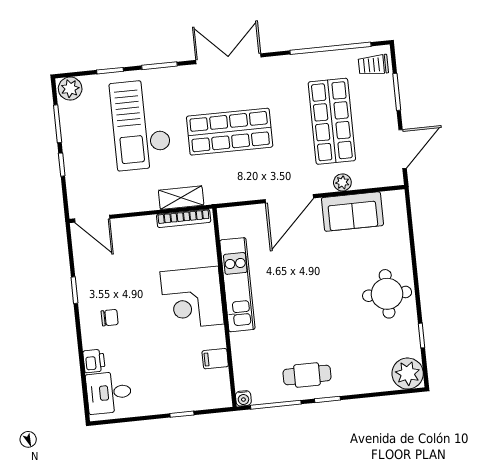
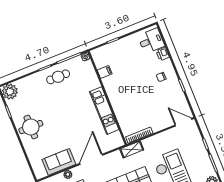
shelving: (181, 198) -> (132, 149), moved
corner desk: (192, 298) -> (124, 98), removed

